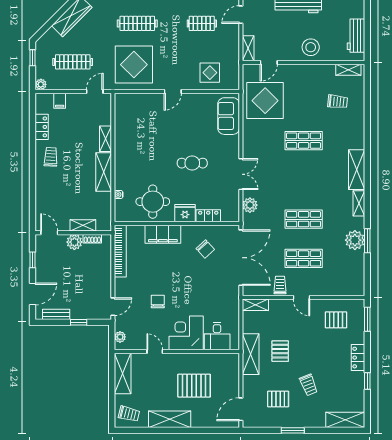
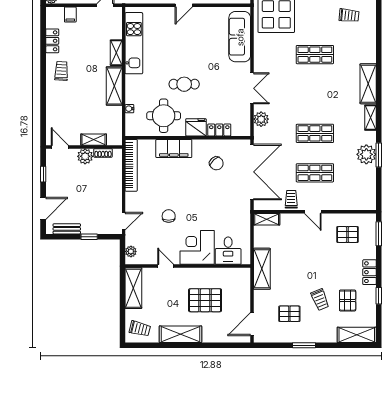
sofa: (229, 116) -> (240, 37), width x1.36
kitchen unit: (123, 129) -> (134, 43), added
cafe table: (192, 163) -> (184, 84), moved
pallet: (280, 351) -> (348, 301), moved

